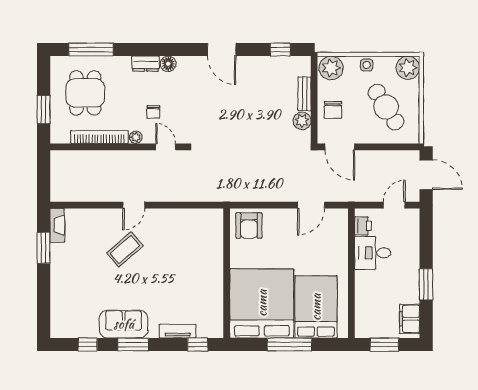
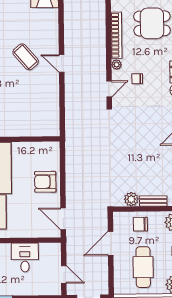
cafe table: (386, 107) -> (143, 267), turned -58
door: (340, 147) -> (111, 244), moved
door: (311, 205) -> (63, 219), moved
armchair: (249, 225) -> (45, 182), moved
printer: (363, 226) -> (47, 249), removed

